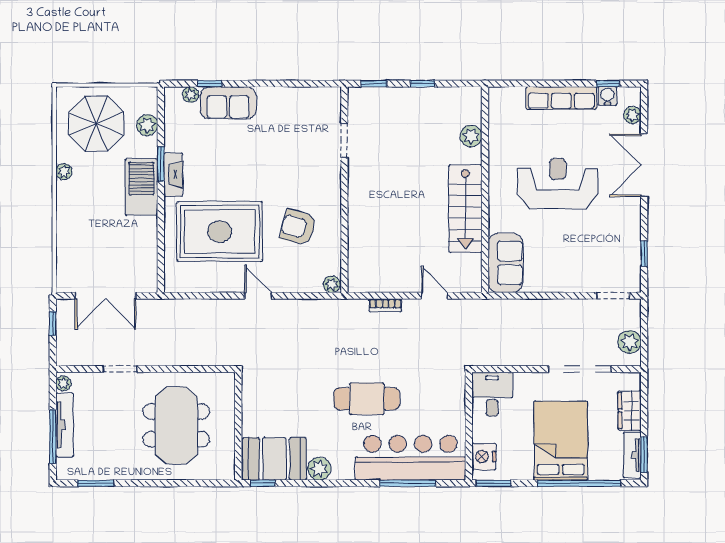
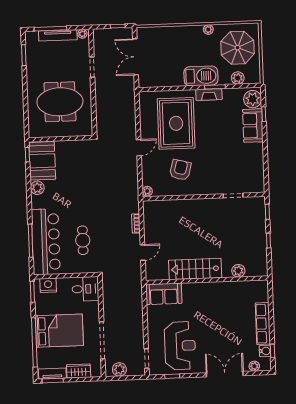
plant: (191, 95) -> (253, 99), width x1.87, depth x1.87
reception desk: (558, 184) -> (180, 346), moved
cafe table: (367, 399) -> (83, 240), moved, width x0.73, depth x0.74

